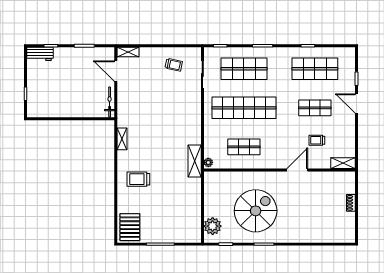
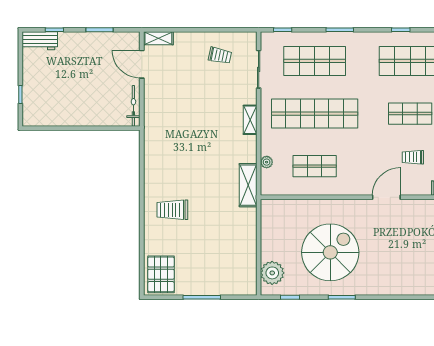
shelving: (122, 139) -> (250, 120), moved
plant: (208, 162) -> (267, 162), moved

